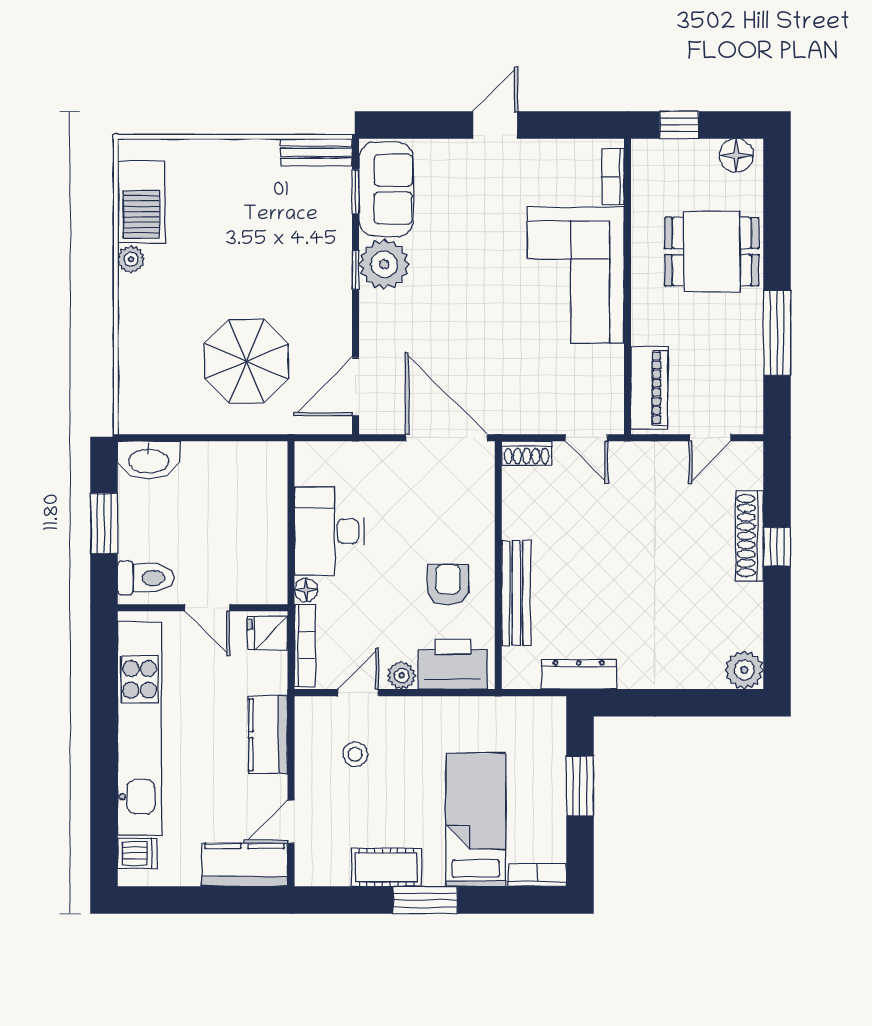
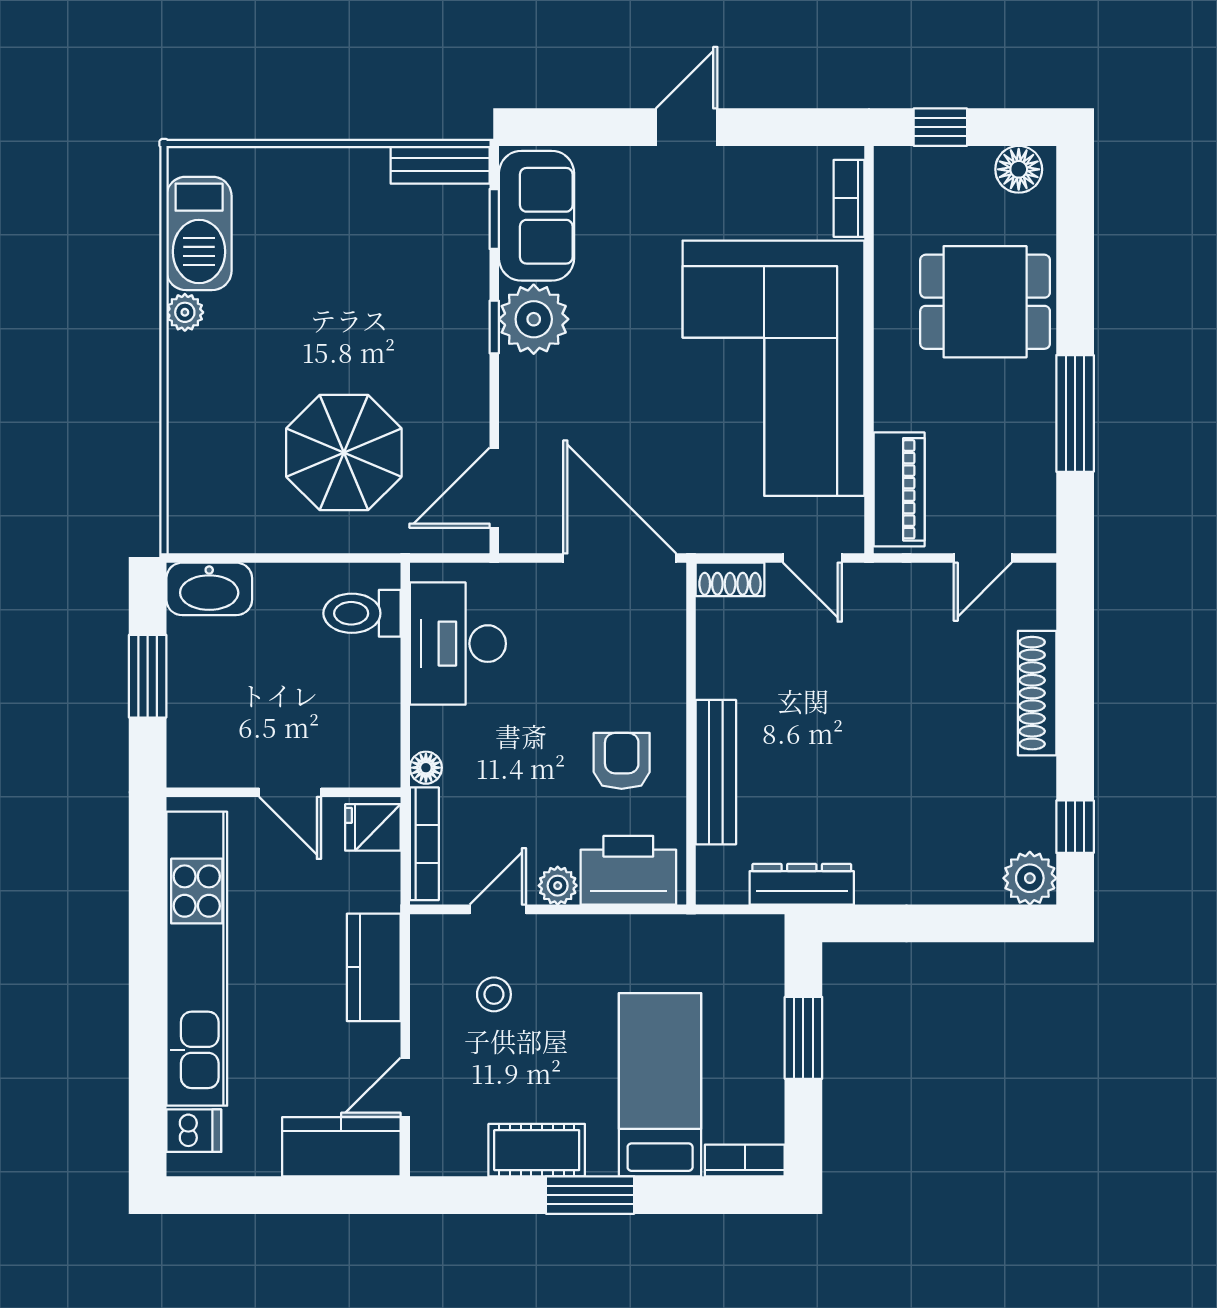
corner sofa: (576, 275) -> (773, 368), width x1.36, depth x1.36
desk: (329, 531) -> (458, 644), moved
window: (777, 547) -> (1075, 827), moved
toilet: (146, 578) -> (362, 613), moved, turned 180

